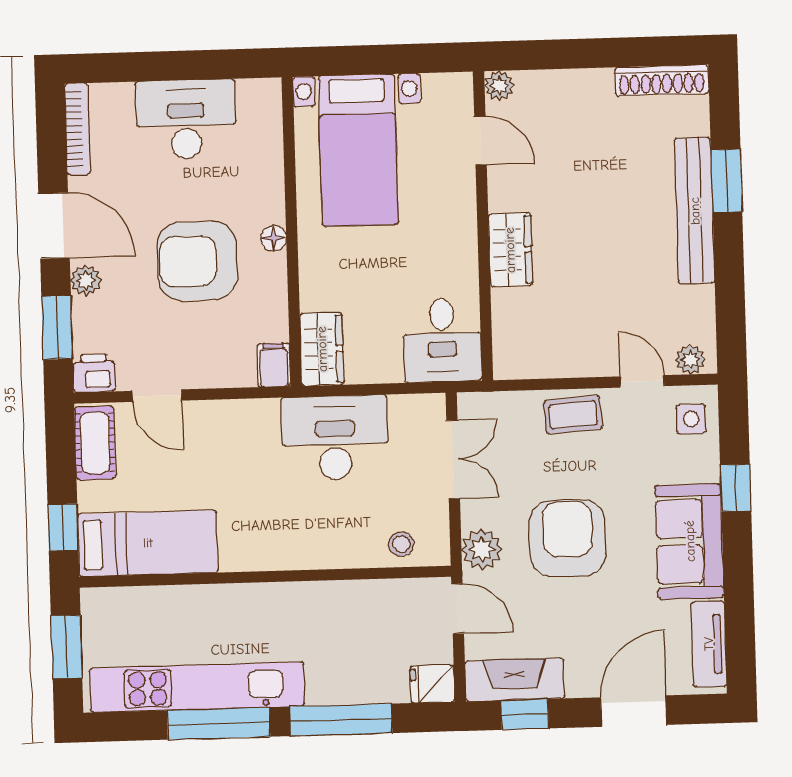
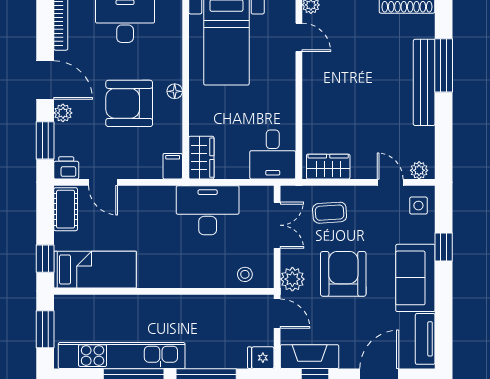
window: (727, 181) -> (444, 65), width x1.44
wardrobe: (510, 250) -> (328, 167), moved, turned -90
coffee table: (573, 415) -> (330, 213), moved

